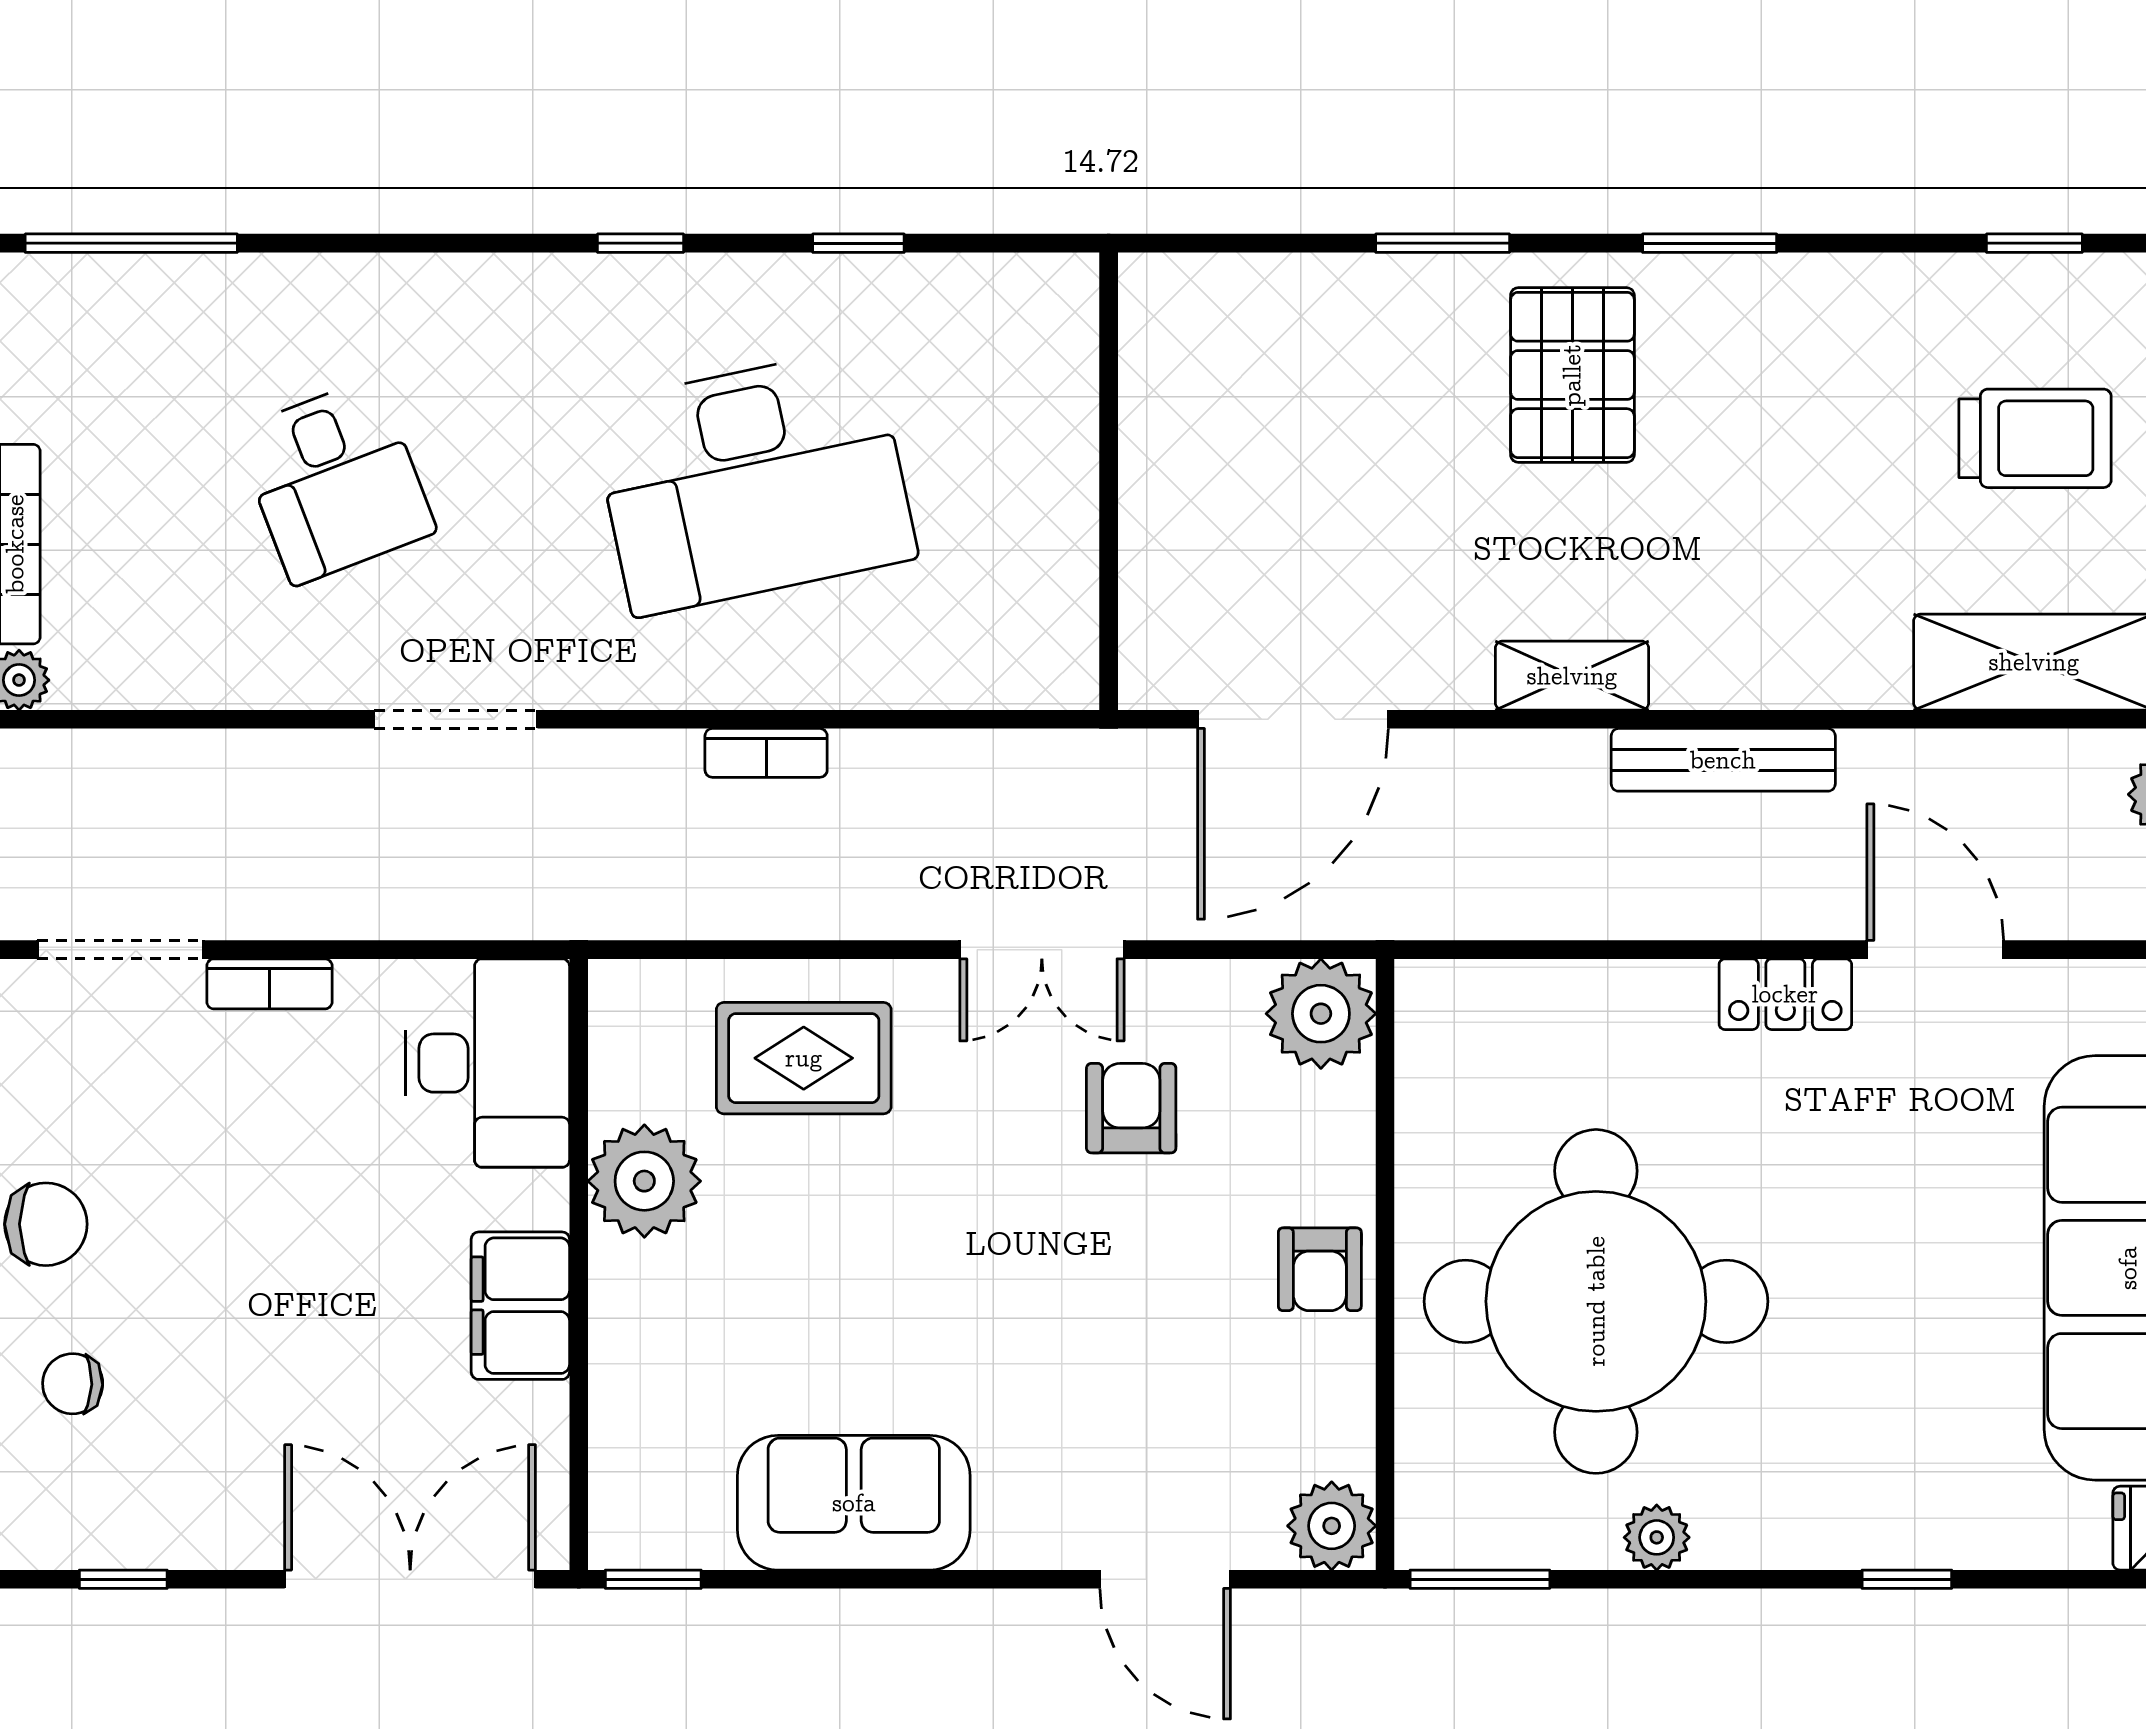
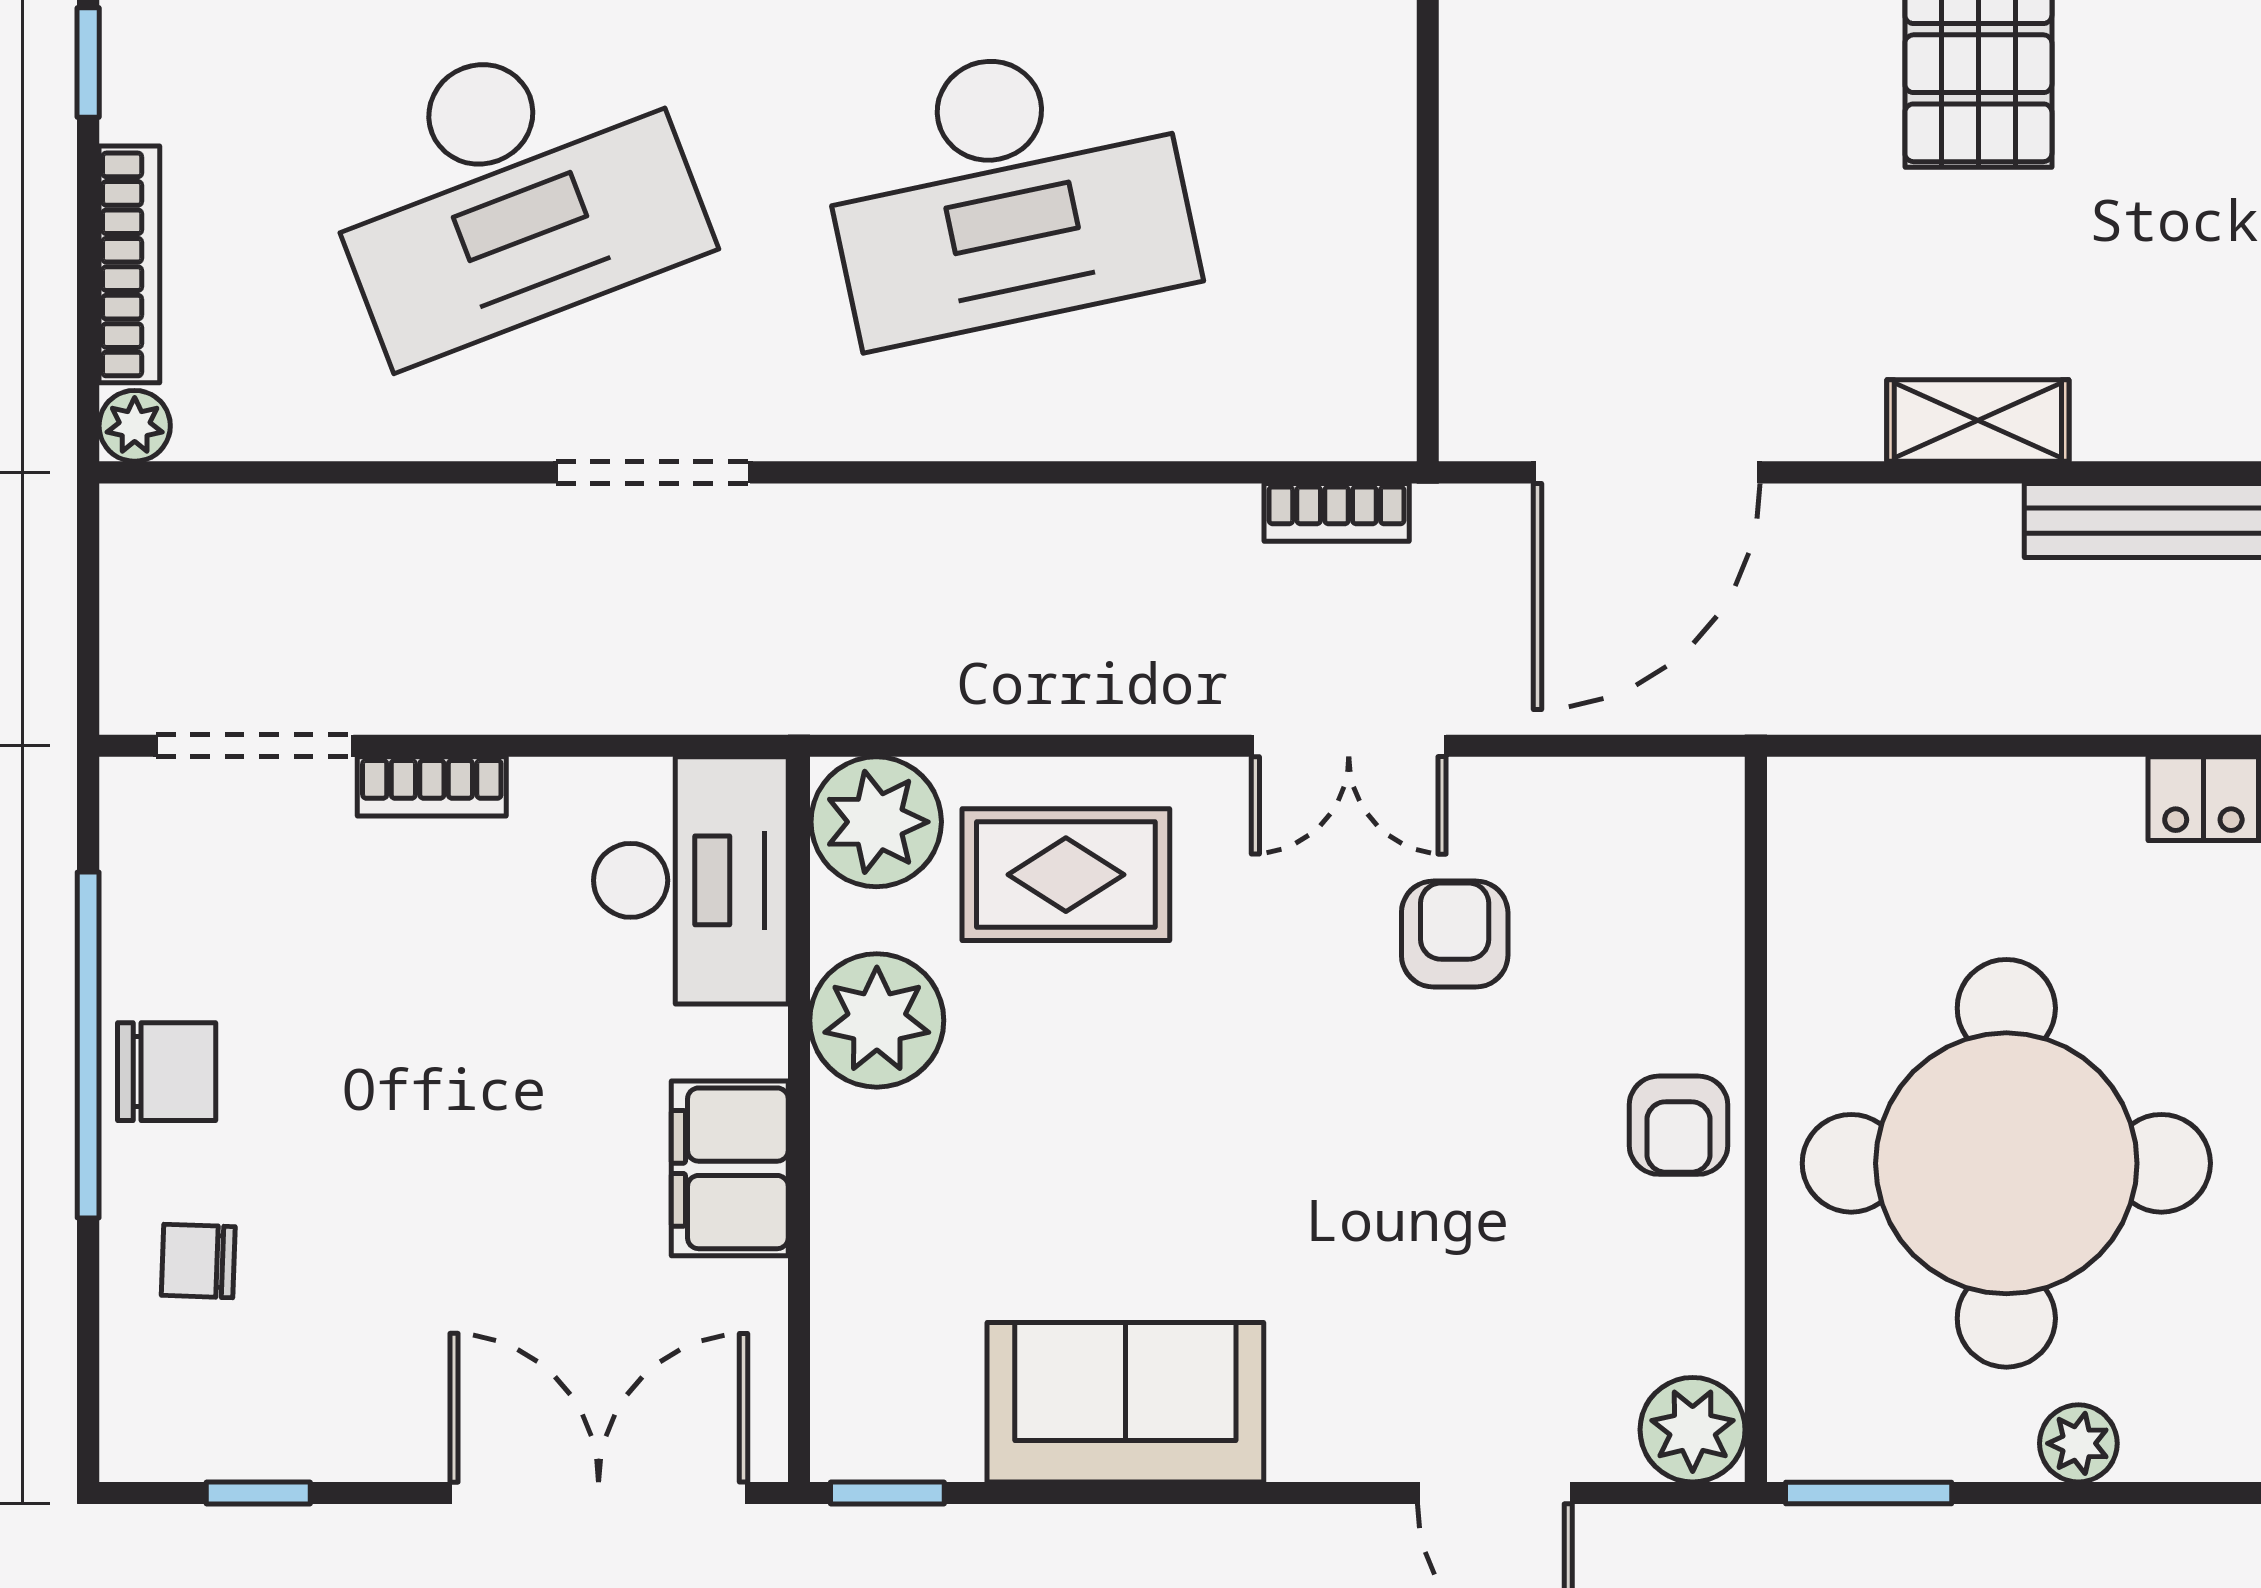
desk: (335, 481) -> (510, 190), width x1.87, depth x1.30
bookcase: (766, 753) -> (1337, 512), moved
plant: (1321, 1014) -> (876, 822), moved

